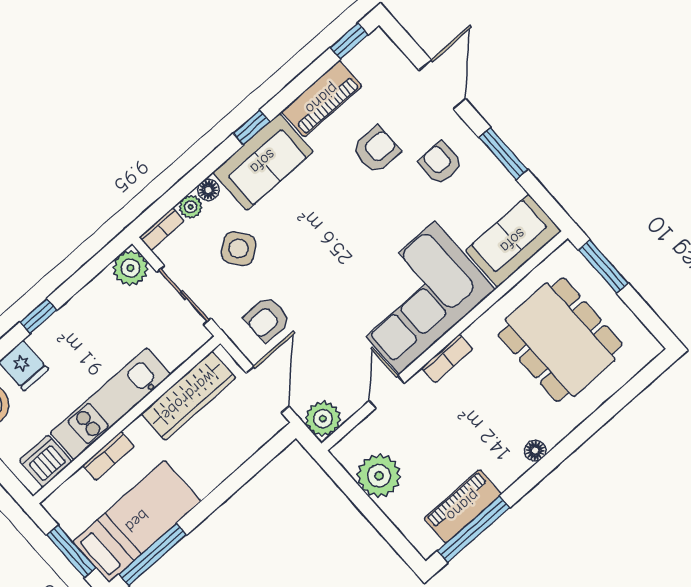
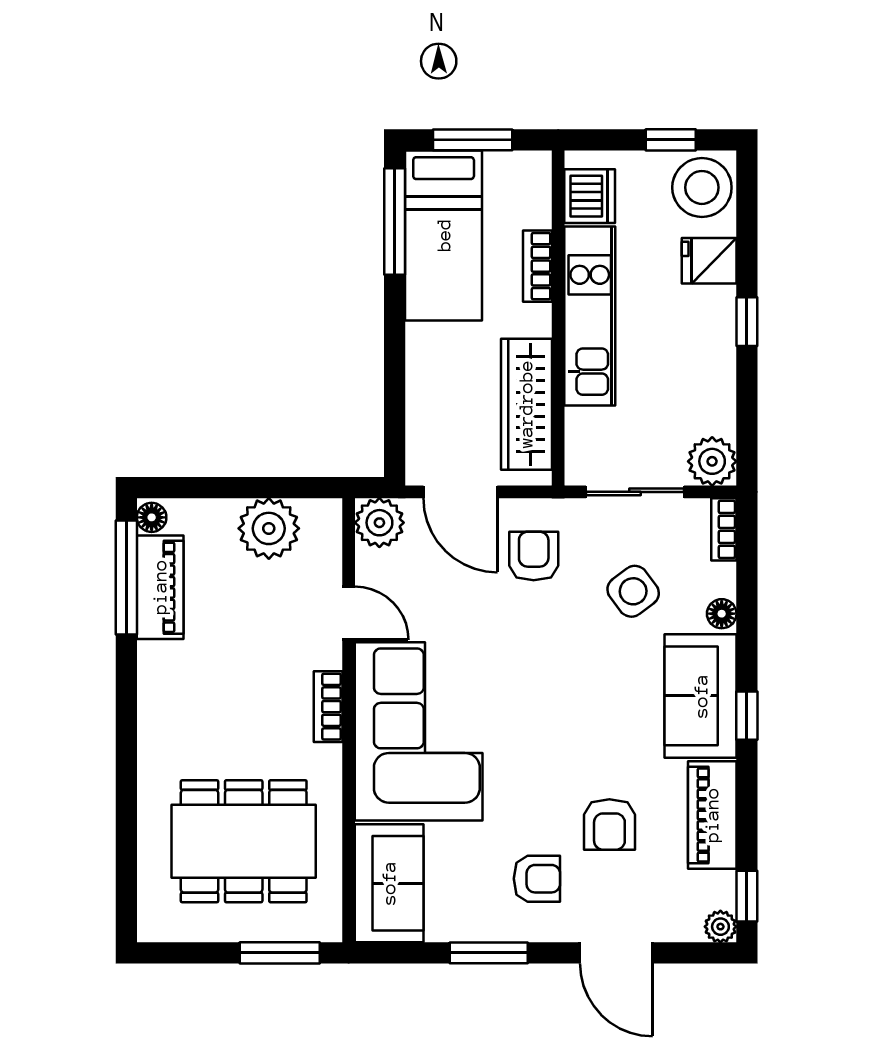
plant: (191, 207) -> (720, 927), moved
floor lamp: (535, 451) -> (152, 517), moved

